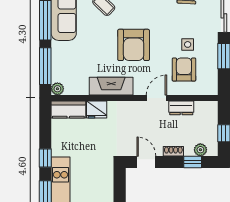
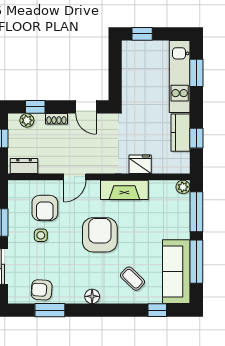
dresser: (181, 108) -> (24, 166), moved
kitchen counter: (68, 110) -> (180, 133), moved, turned -90
window: (45, 158) -> (196, 138), moved

